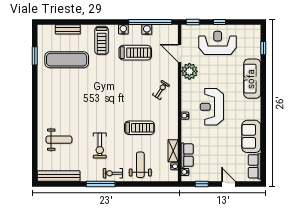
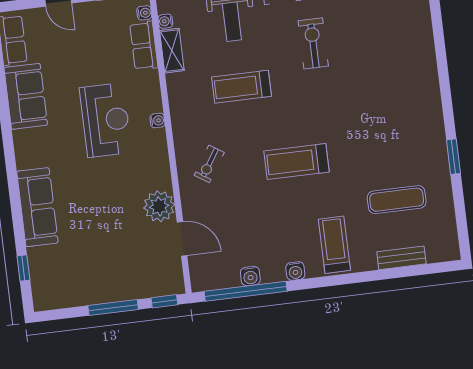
window: (220, 22) -> (113, 308), width x2.17
reception desk: (218, 43) -> (112, 267), removed
treadmill: (135, 53) -> (296, 162), moved
window: (35, 56) -> (453, 157), moved
exercise mat: (67, 60) -> (397, 200), width x0.73, depth x0.69
reception desk: (212, 107) -> (106, 120), moved
weight bench: (59, 140) -> (393, 45), removed

